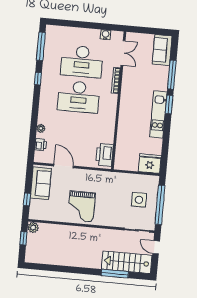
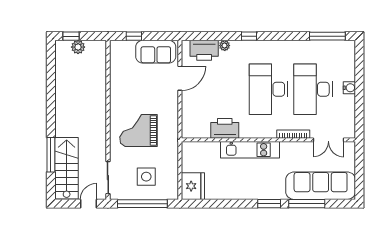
water cooler: (106, 35) -> (349, 88), moved
sofa: (162, 50) -> (321, 186), width x1.85, depth x1.27
window: (38, 79) -> (249, 36), moved
kitchen unit: (158, 115) -> (250, 150), moved, turned 180
printer: (41, 145) -> (204, 50), width x1.87, depth x1.48
printer: (104, 155) -> (225, 128), moved
grand piano: (81, 206) -> (139, 130), moved
plant: (33, 227) -> (78, 47), moved
window: (23, 238) -> (71, 36), moved

